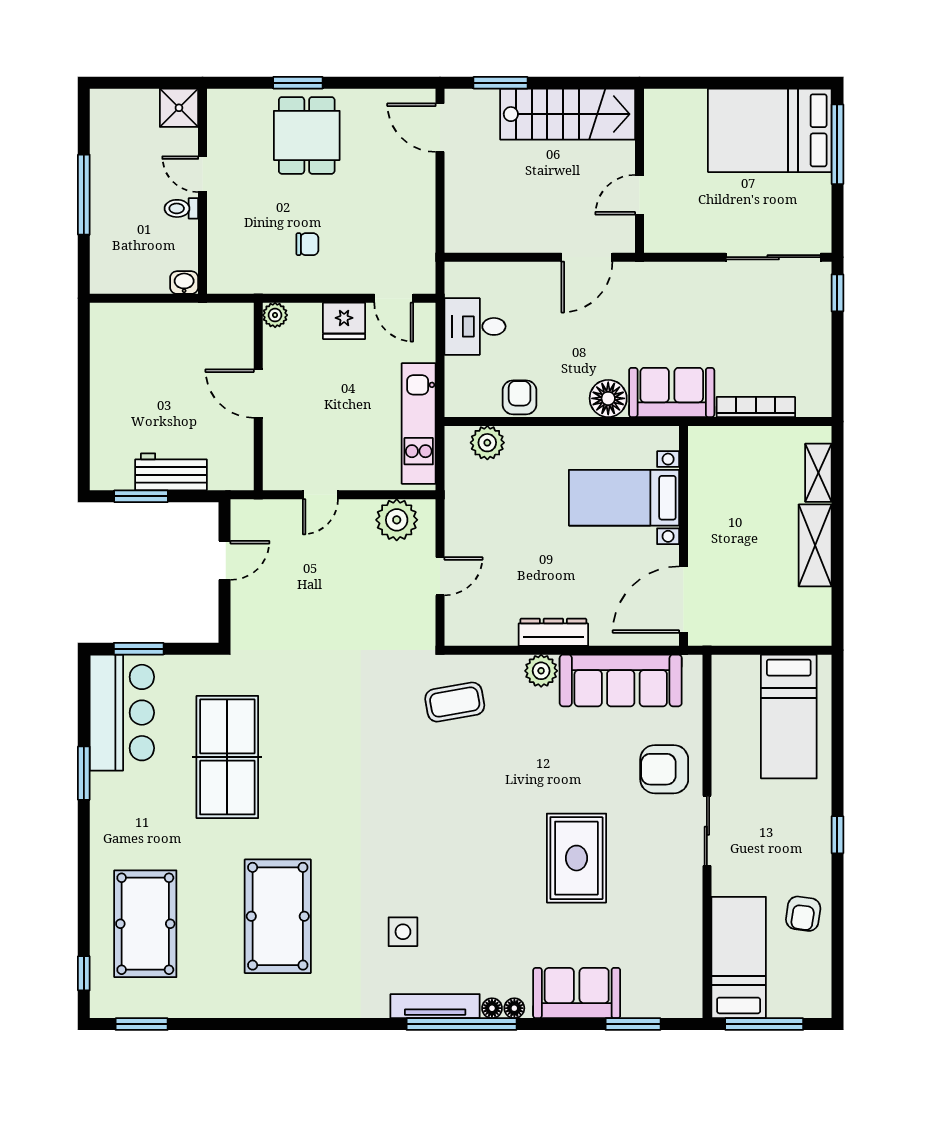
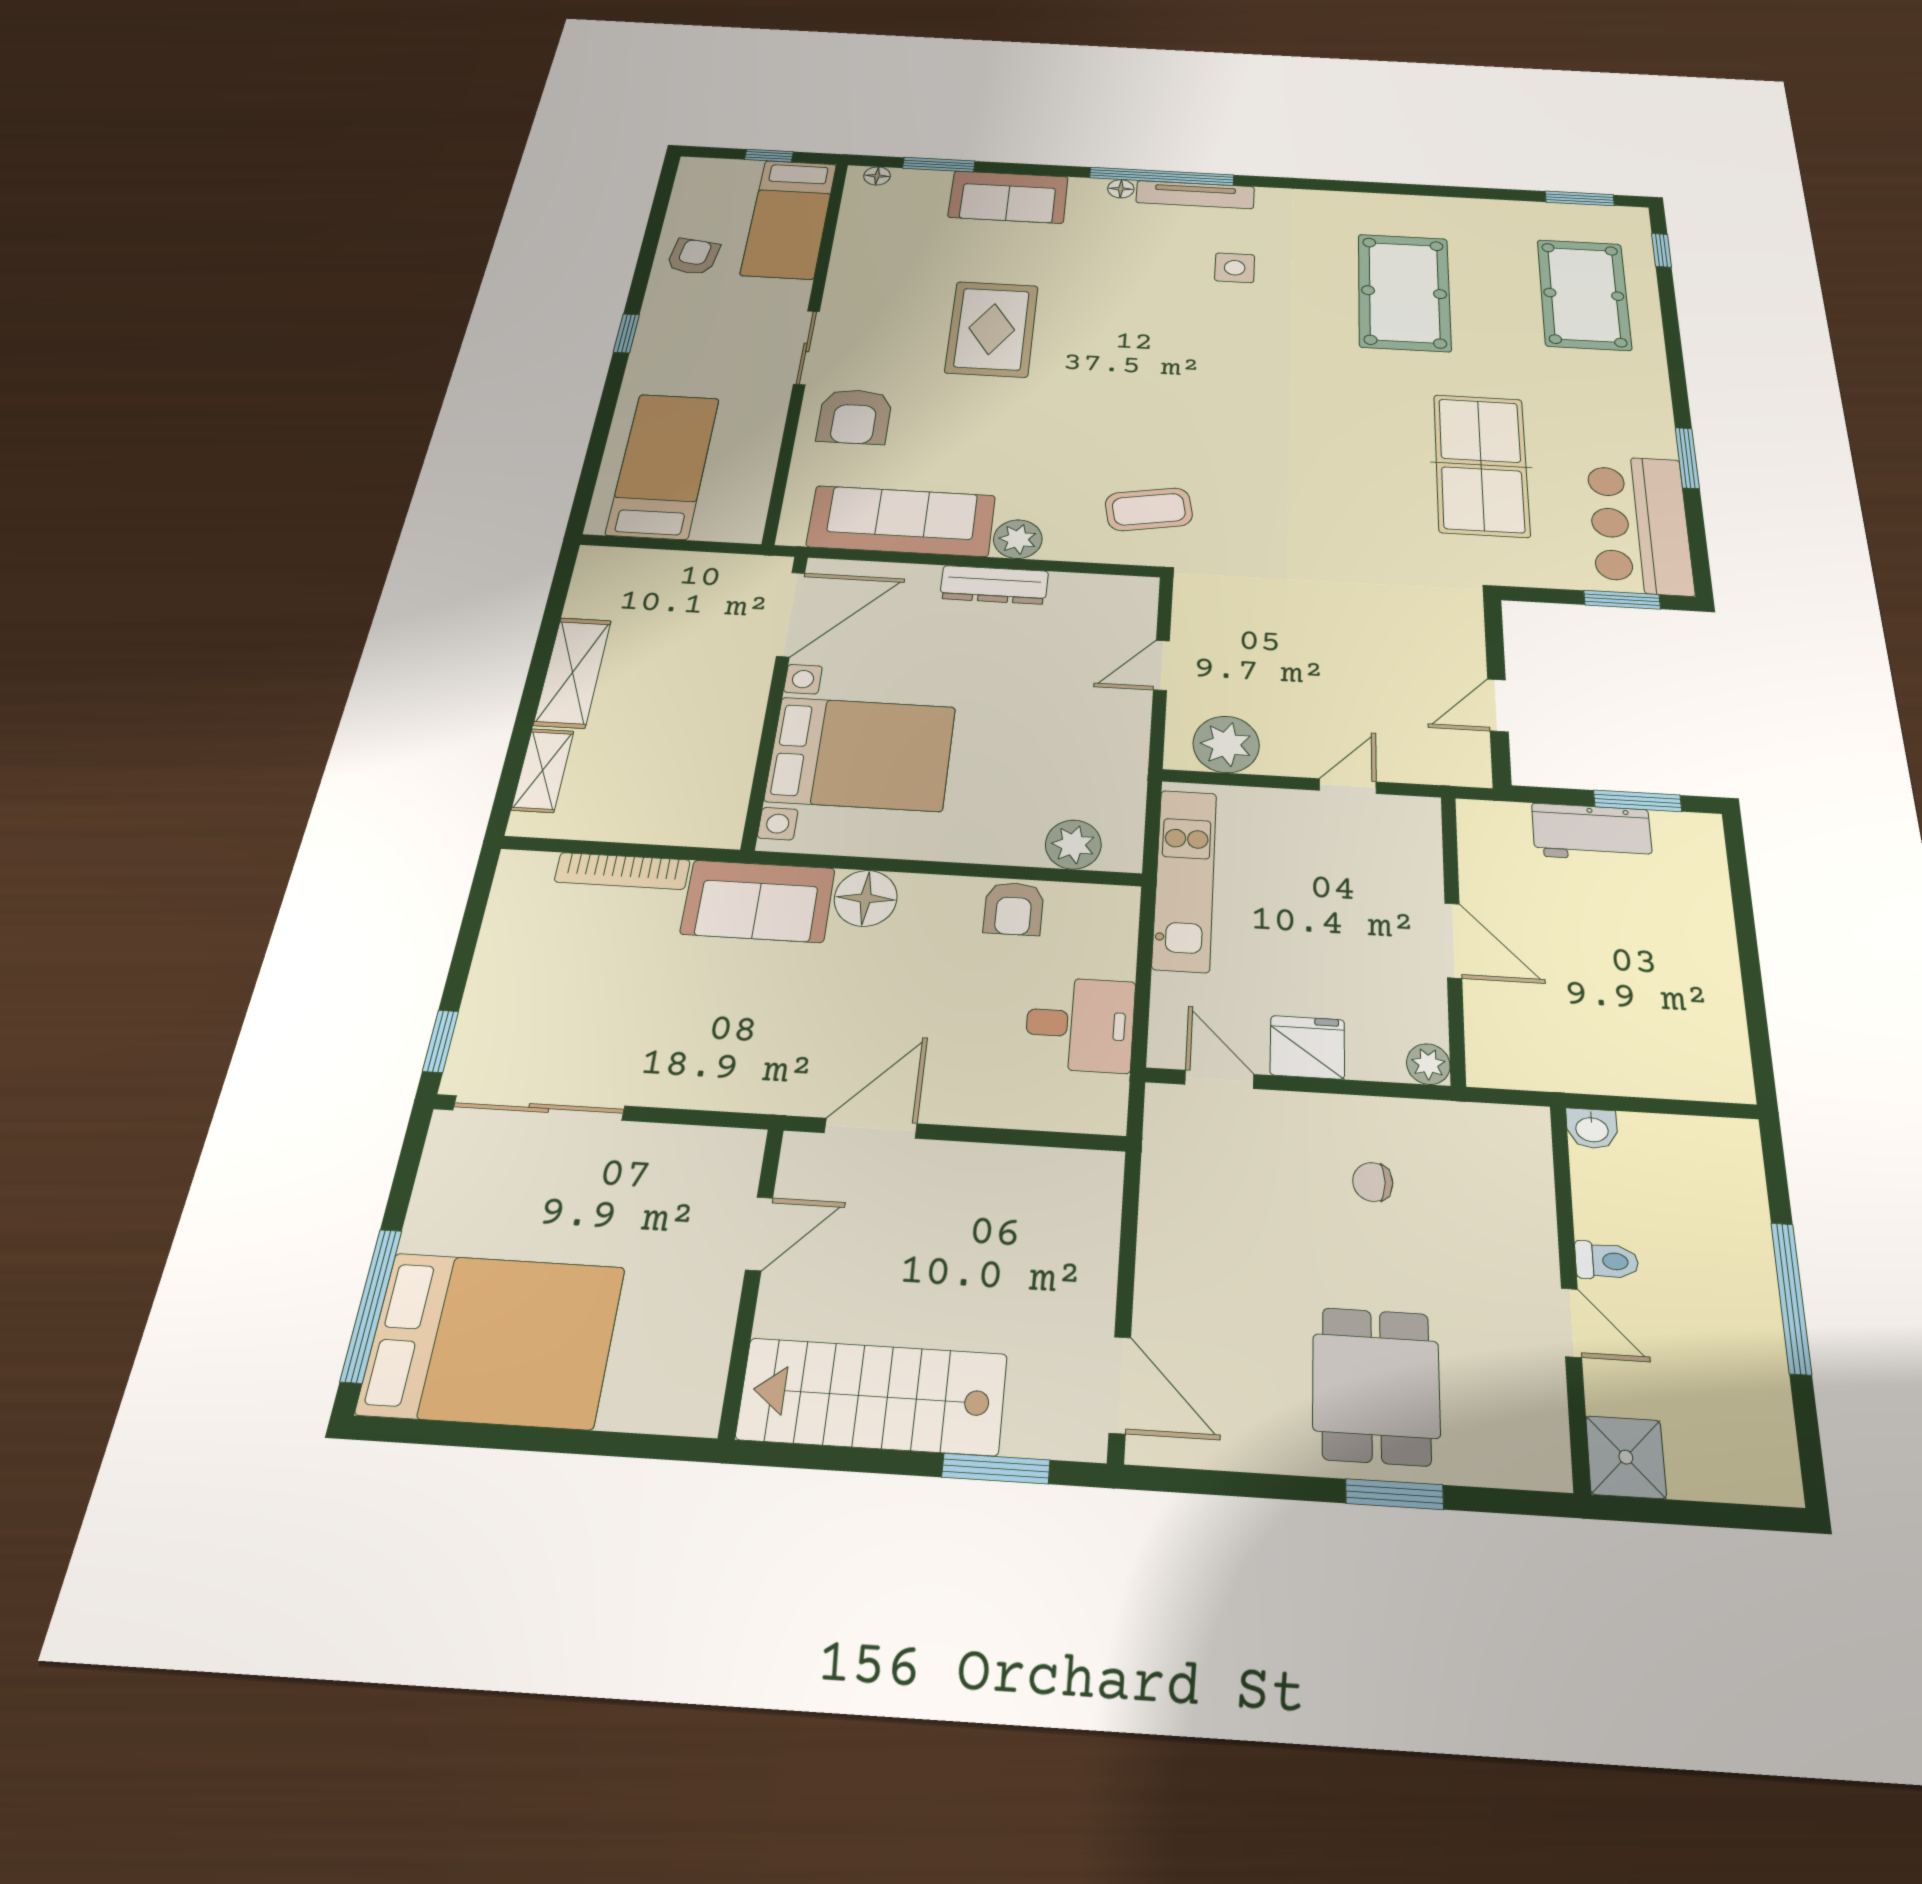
bed with nightstands: (624, 498) -> (861, 754), width x1.36
armchair: (664, 769) -> (854, 417), turned 90
floor lamp: (514, 1008) -> (877, 176), moved
window: (764, 1024) -> (769, 156), width x0.46

